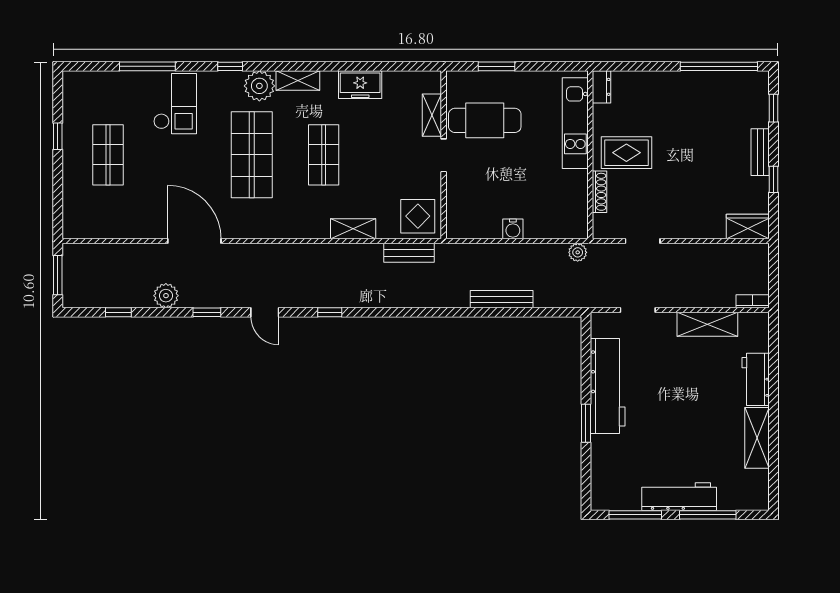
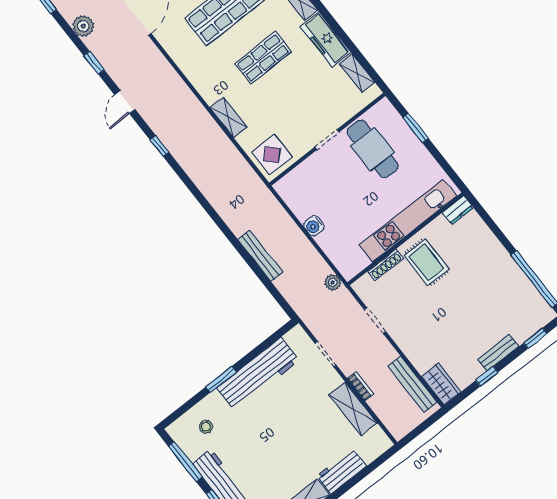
freezer: (360, 85) -> (326, 39), width x1.40
shelving: (432, 115) -> (357, 73), moved, turned 90
kitchen unit: (575, 123) -> (408, 221), width x1.36
bench: (409, 253) -> (412, 384), moved, width x1.36
bookcase: (753, 301) -> (361, 386), moved
stool: (618, 471) -> (206, 427), added

